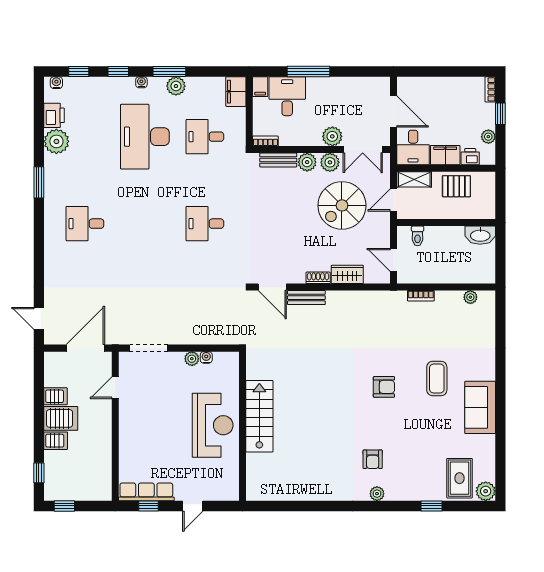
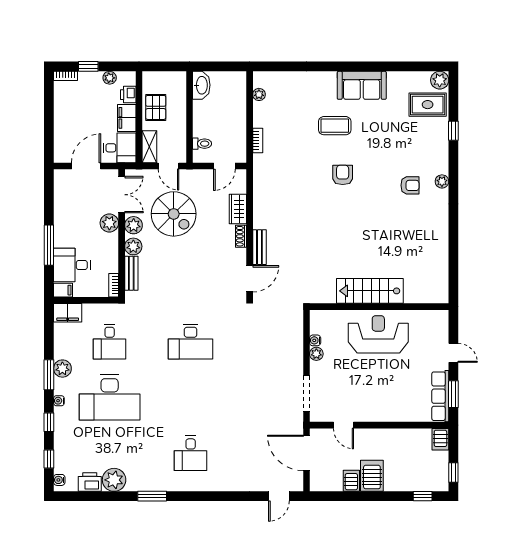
desk: (205, 224) -> (191, 342), width x1.37
server rack: (56, 441) -> (440, 439), moved, turned 180
window: (149, 506) -> (453, 394), width x1.50

